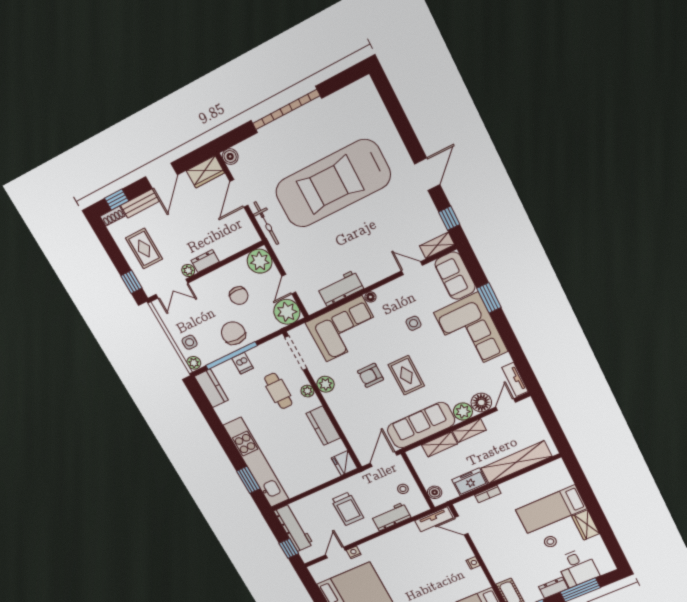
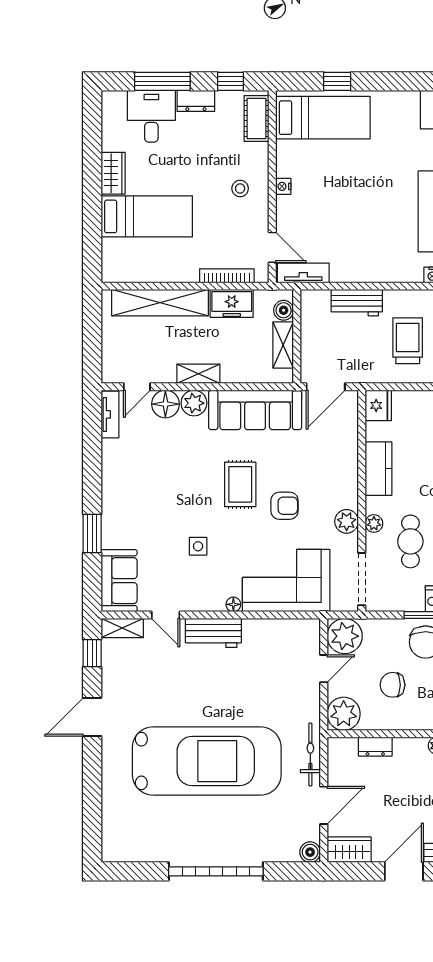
dresser: (205, 261) -> (375, 747), moved
workbench: (340, 288) -> (213, 633), moved
chair: (239, 296) -> (392, 685), turned -90
corner sofa: (471, 332) -> (134, 501), removed
shelving: (440, 444) -> (283, 345), moved, turned 90
stool: (403, 489) -> (322, 334), removed
bookcase: (488, 494) -> (227, 276), width x1.56
stool: (550, 542) -> (240, 188), moved

